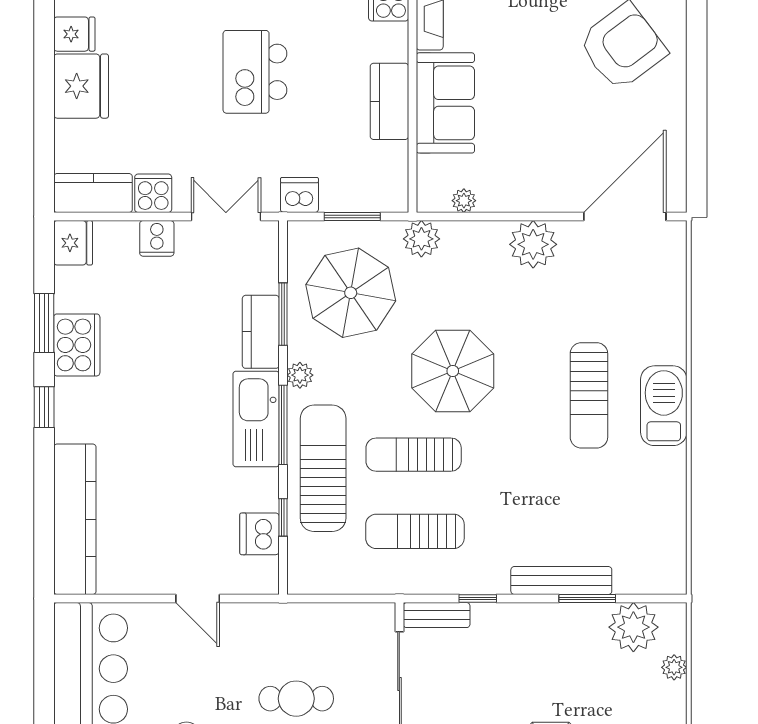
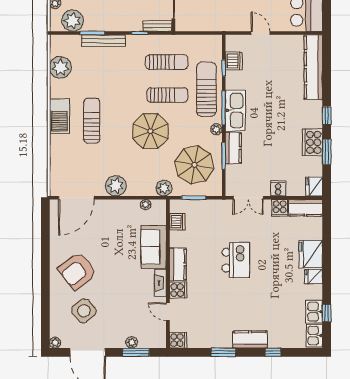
kitchen counter: (389, 101) -> (178, 264), moved
dishwasher: (299, 195) -> (177, 222), moved, turned -90
sun lounger: (323, 468) -> (206, 89), turned 180
plant: (662, 519) -> (60, 67), added

